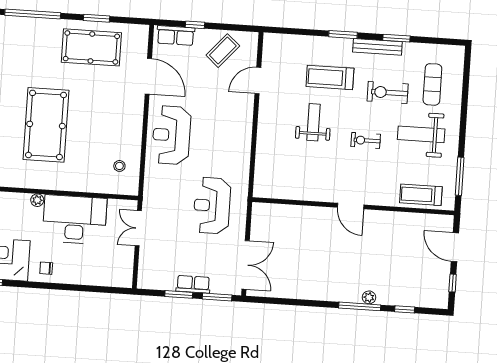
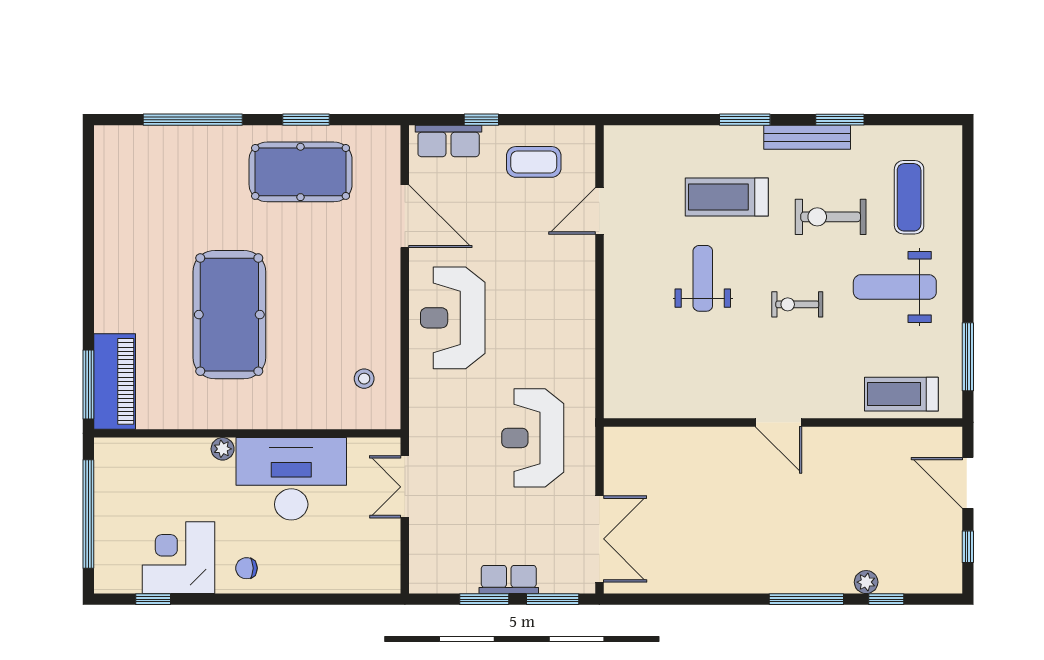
coffee table: (223, 51) -> (534, 162), turned 49
plant: (369, 297) -> (866, 582), moved

